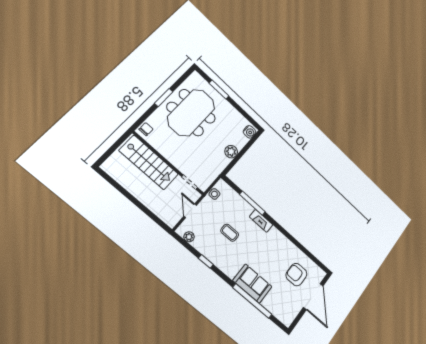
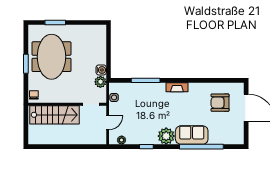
water cooler: (250, 132) -> (101, 70), moved
plant: (231, 152) -> (100, 82), moved
door: (190, 211) -> (108, 123), swing flipped
fireplace: (261, 221) -> (177, 87), moved
coffee table: (230, 233) -> (147, 114), removed
plant: (231, 266) -> (166, 136), added

